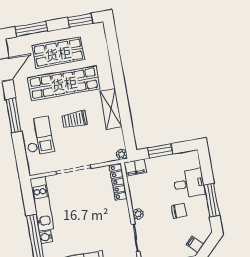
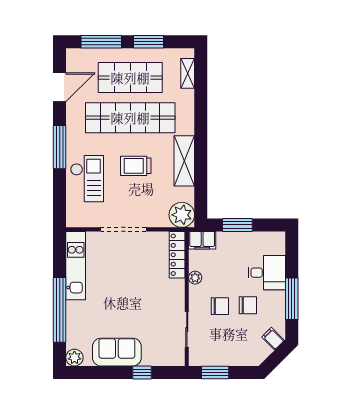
window: (80, 20) -> (148, 42), moved
shelving: (102, 42) -> (188, 73), added
plant: (122, 154) -> (182, 215), width x1.87, depth x1.87
plant: (138, 214) -> (195, 278), moved
chair: (158, 216) -> (220, 306), added
water cooler: (46, 237) -> (73, 308), removed
filing cabinet: (195, 244) -> (273, 339), moved

